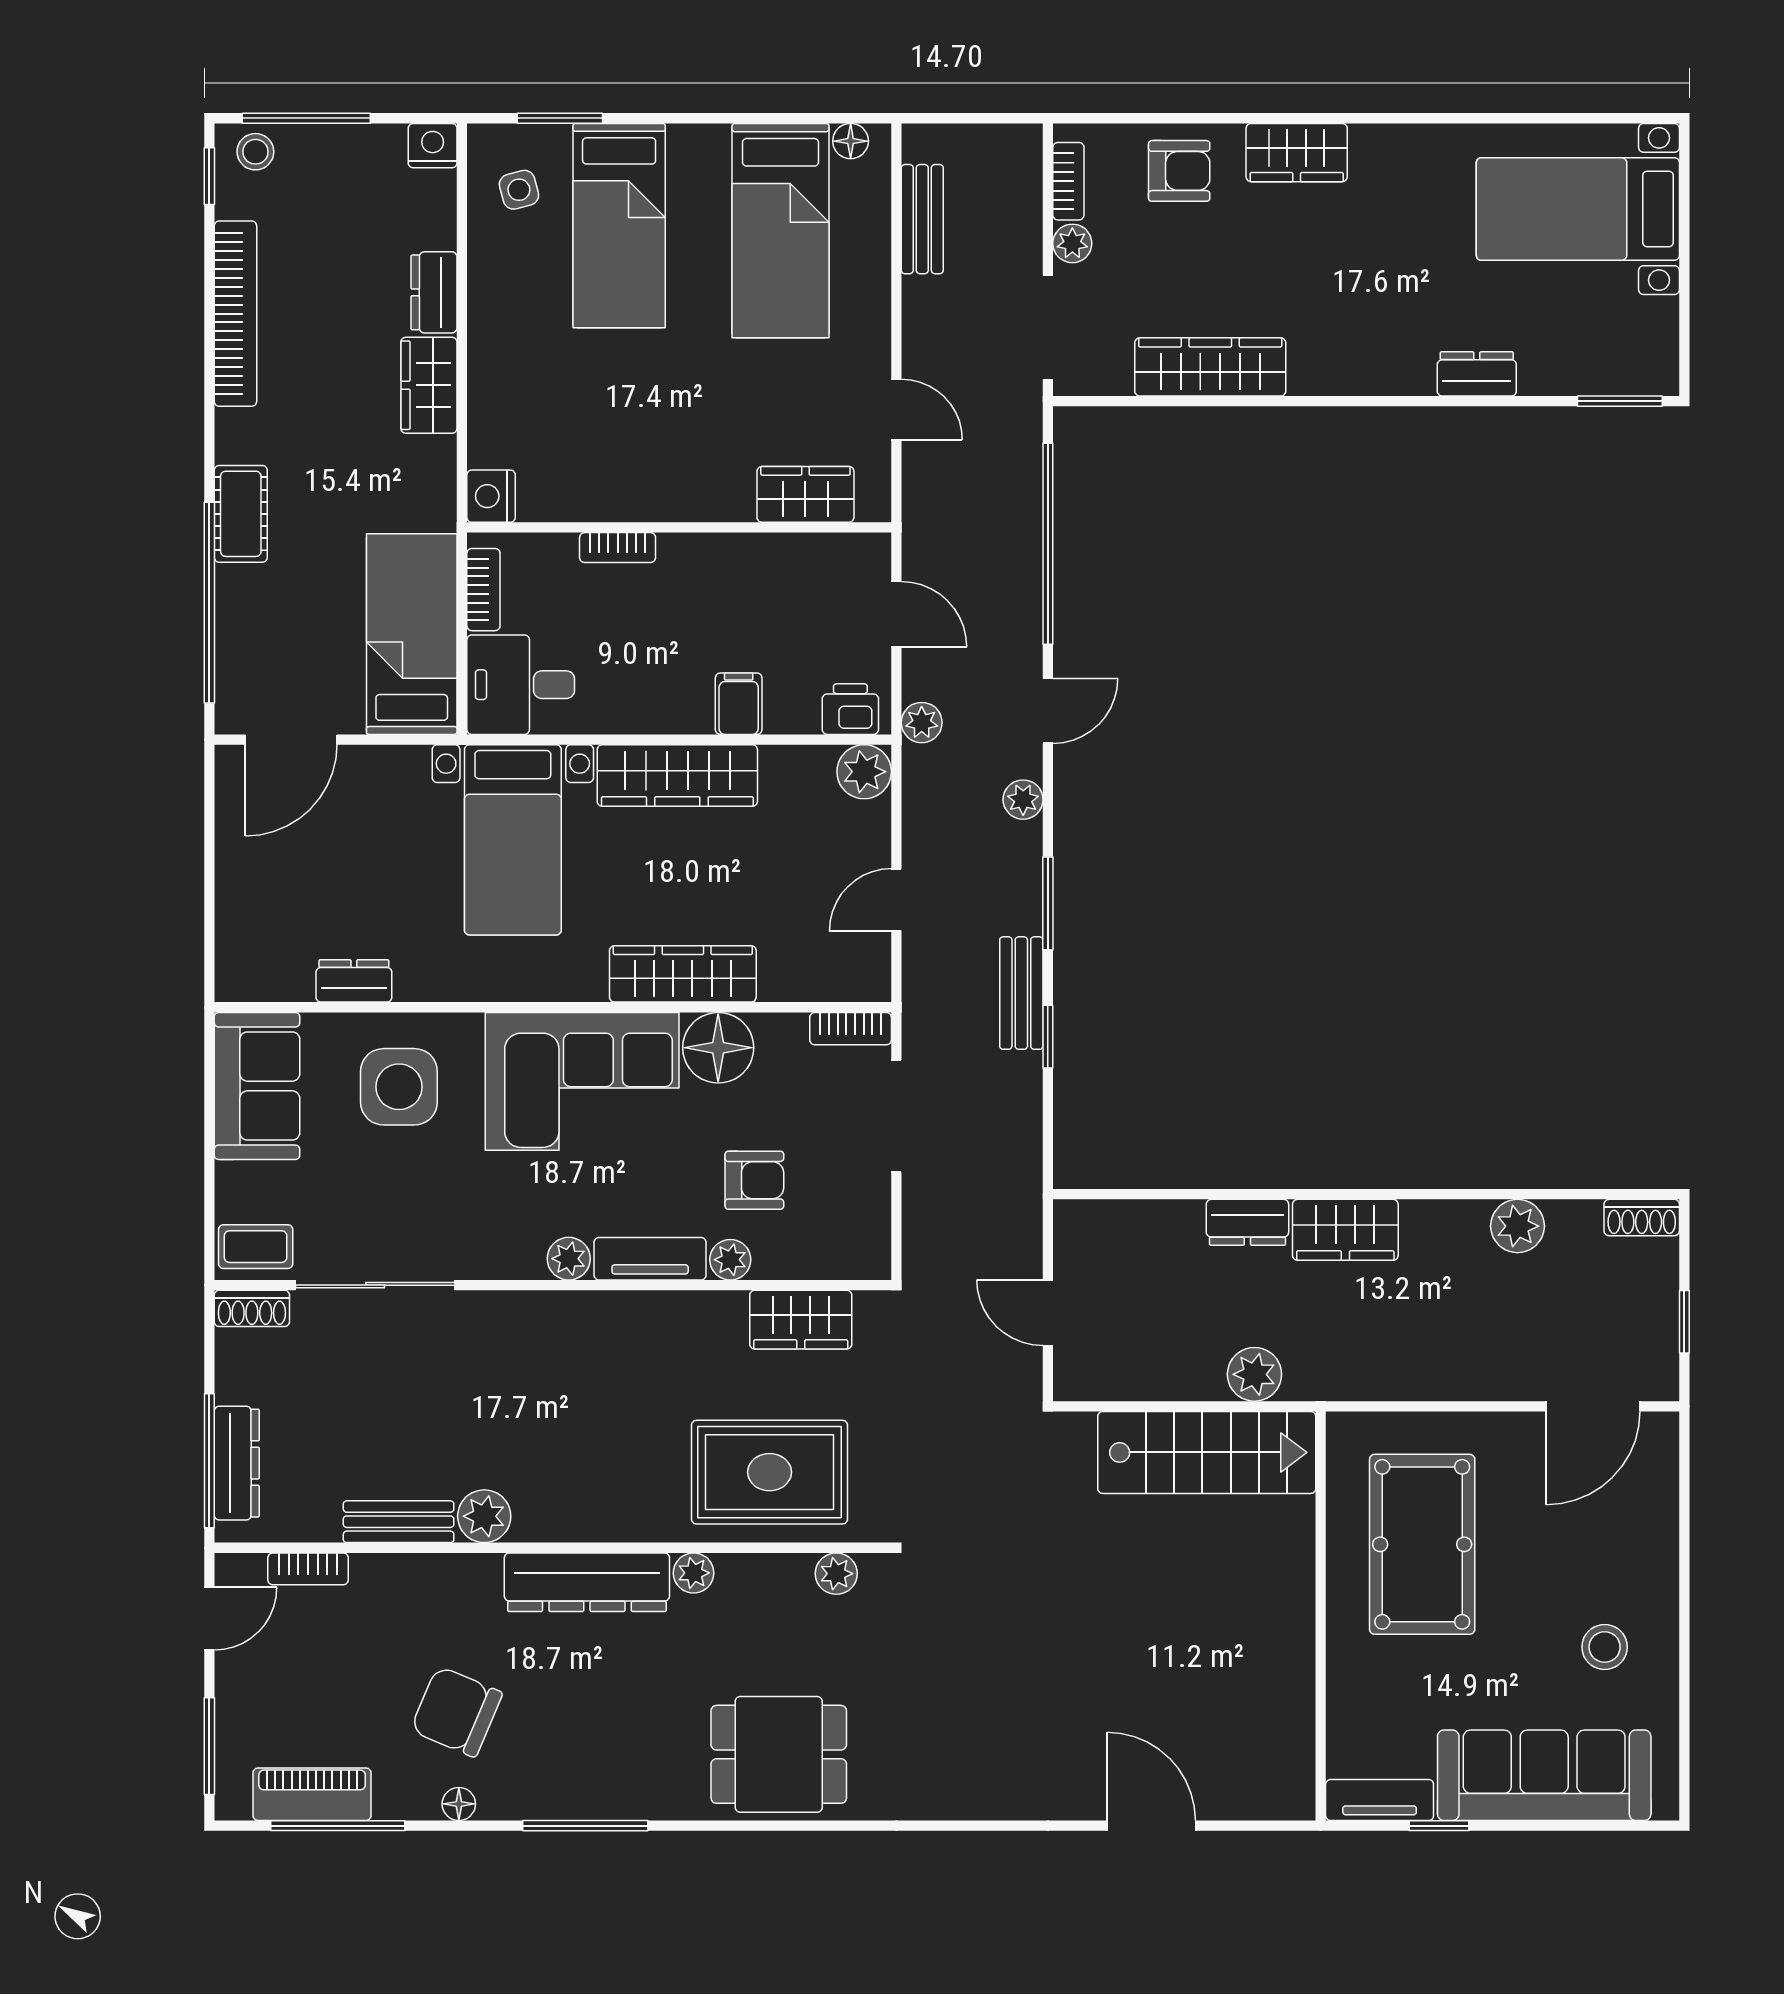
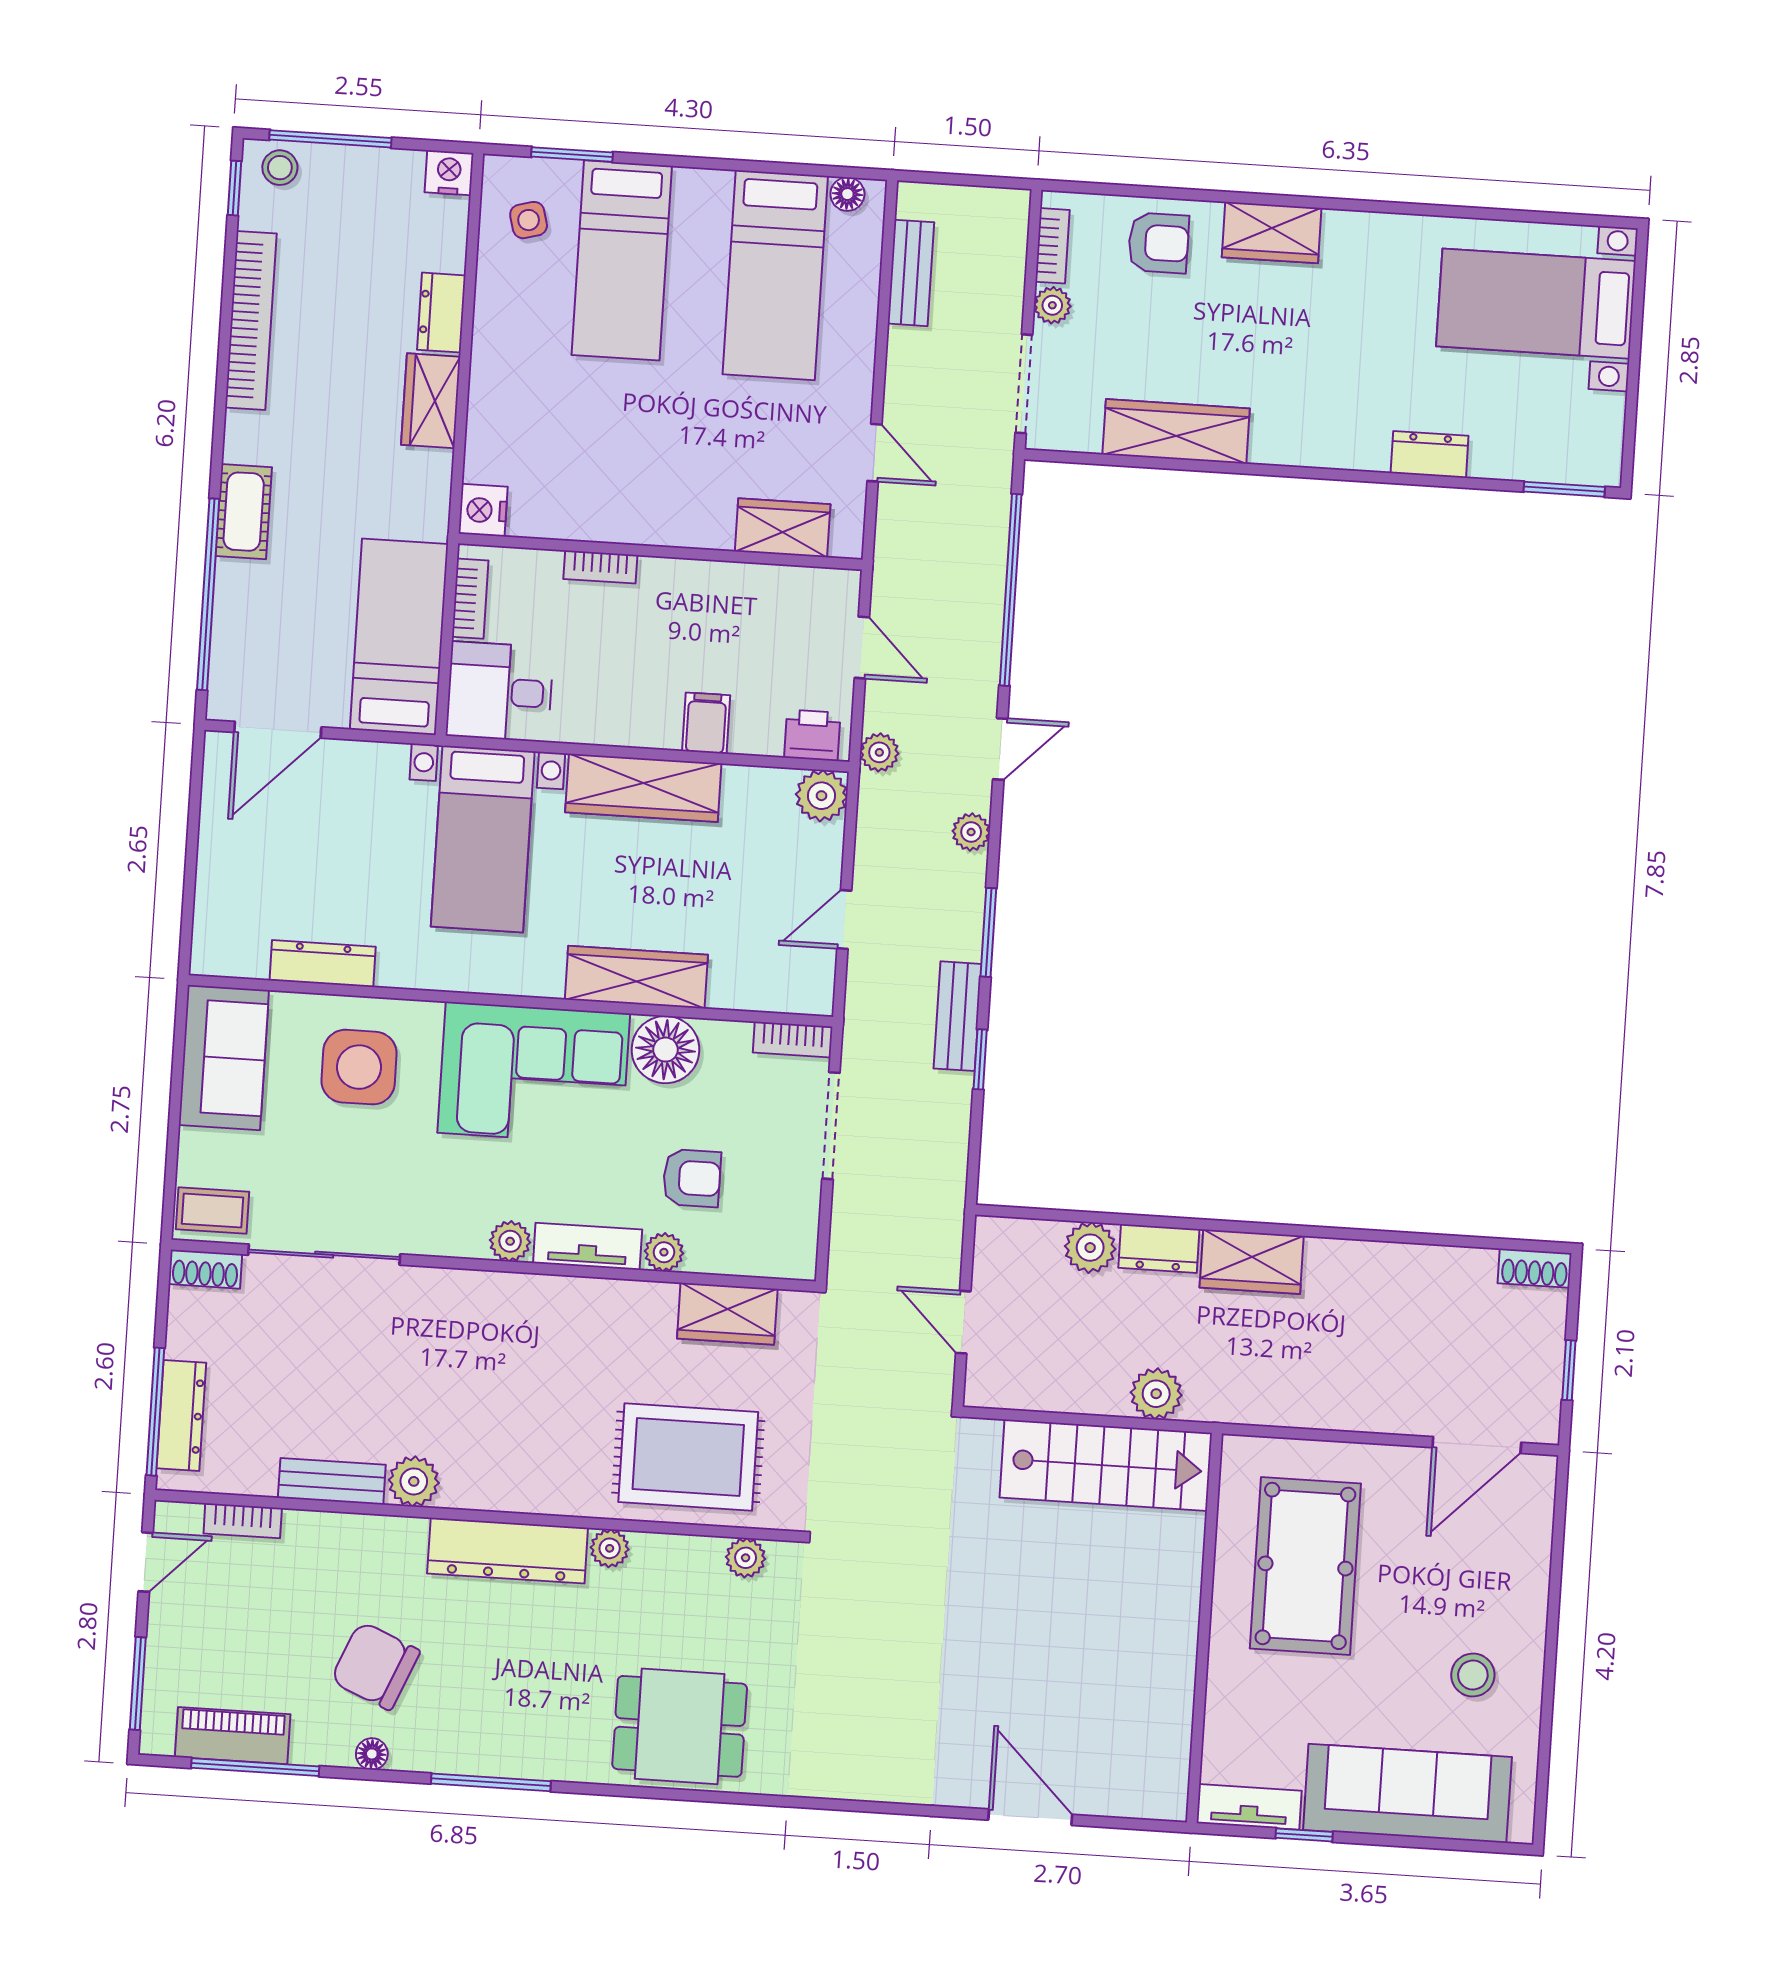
dresser: (354, 981) -> (323, 964), width x1.44
plant: (1518, 1226) -> (1090, 1248), moved

